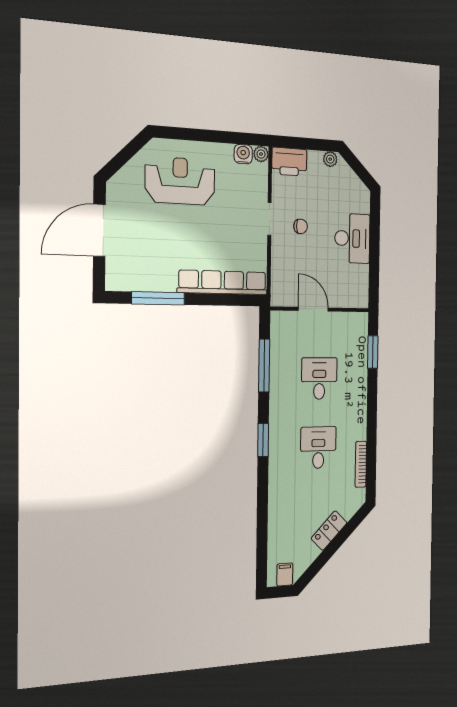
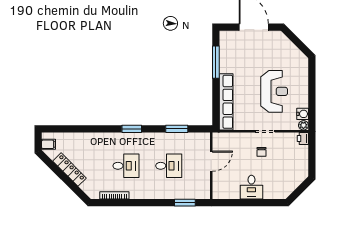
plant: (330, 159) -> (304, 171), removed
printer: (289, 162) -> (303, 139), width x0.53, depth x0.68
reception desk: (180, 181) -> (274, 91), moved
desk: (352, 238) -> (251, 187), width x0.73
window: (264, 366) -> (177, 129), width x0.69
locker: (329, 531) -> (70, 170), width x1.53

